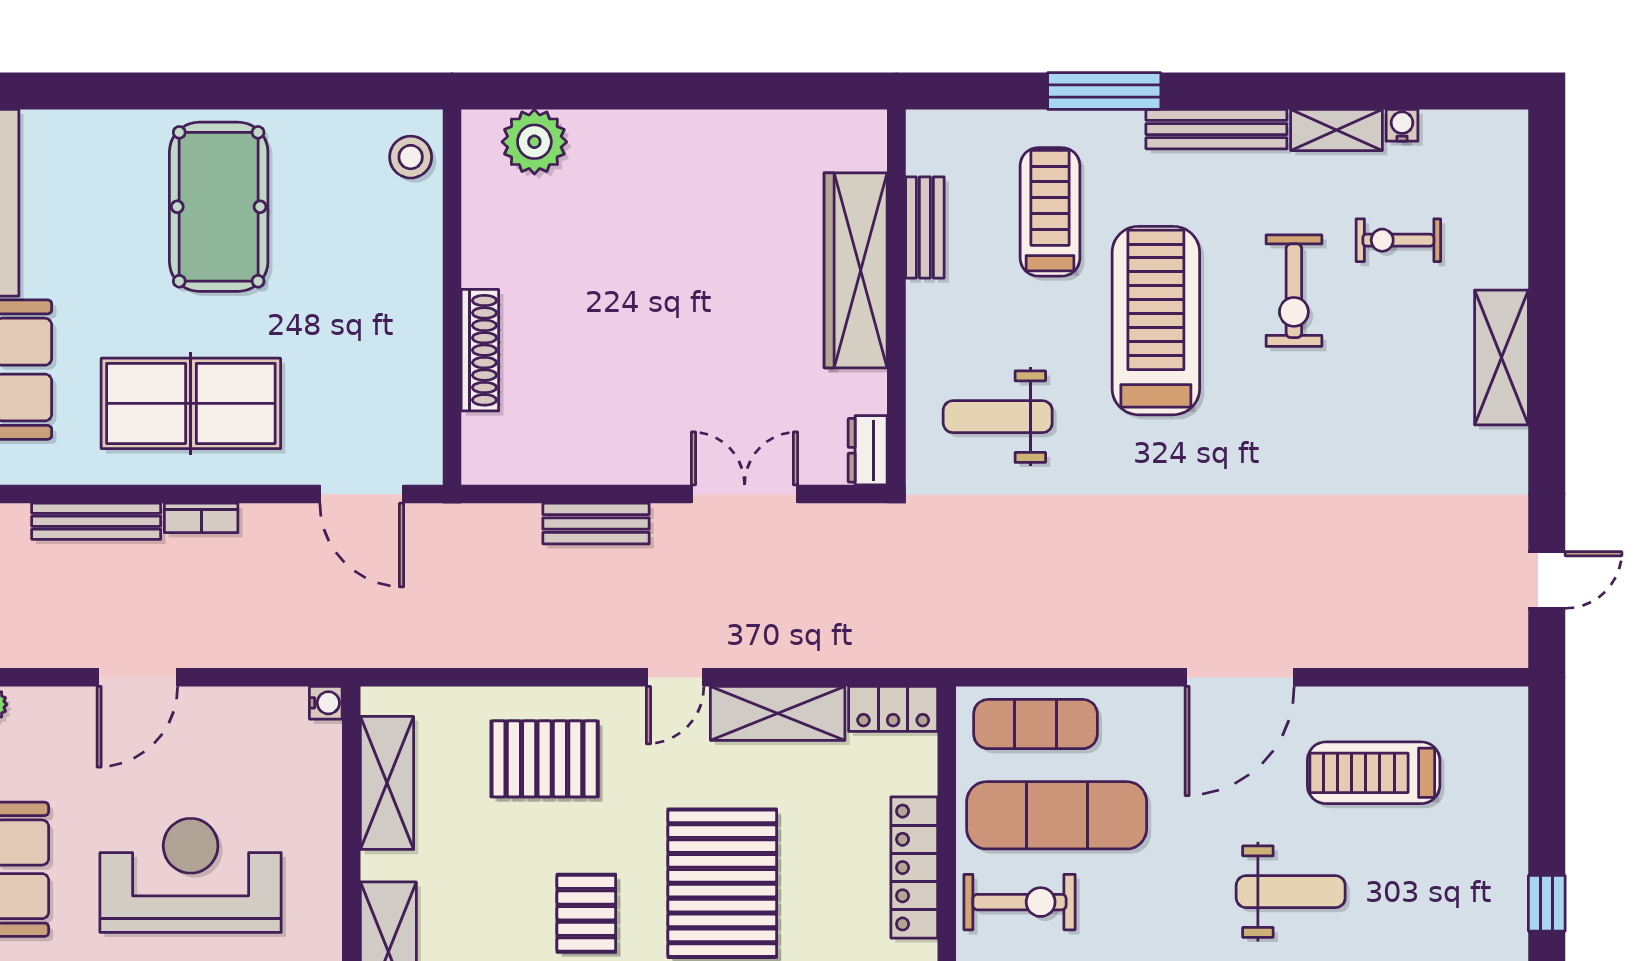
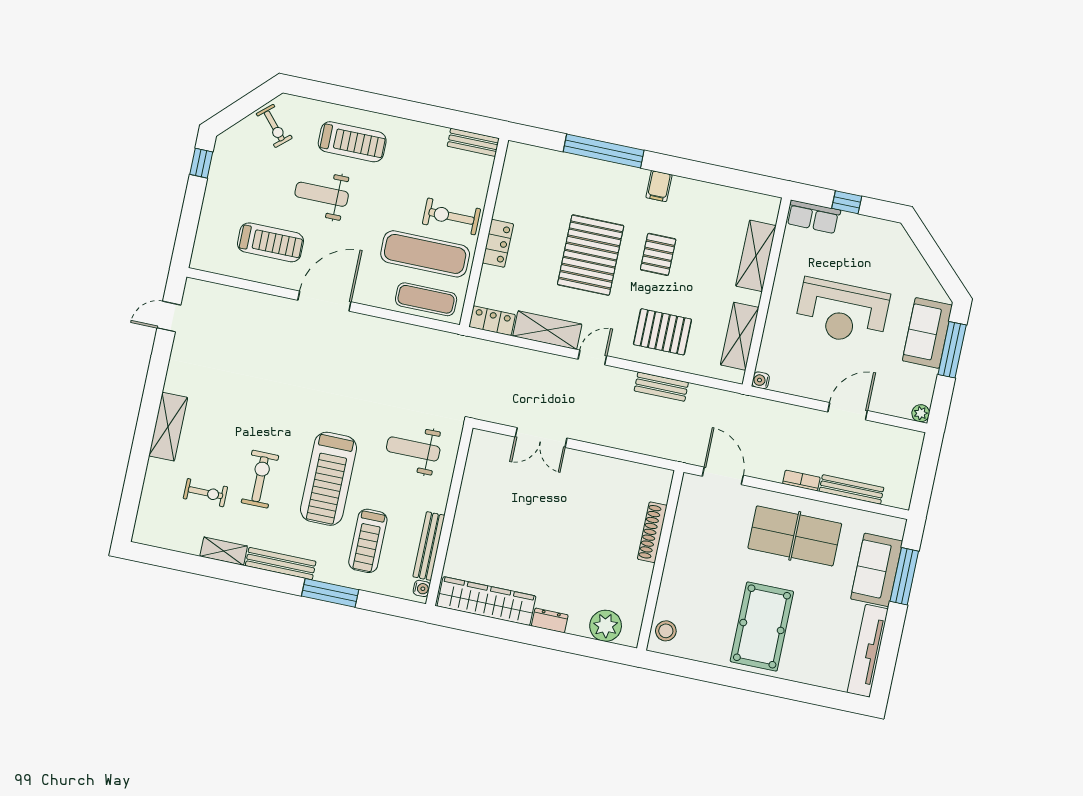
water cooler: (1402, 125) -> (422, 588), moved, turned -90
bench: (925, 227) -> (429, 546), width x1.36
wardrobe: (856, 270) -> (486, 601), moved, turned -90
weight bench: (998, 417) -> (413, 449), turned 180
dresser: (868, 450) -> (550, 620), moved, turned -90
bench: (596, 524) -> (661, 387), moved
locker: (914, 868) -> (498, 243), width x0.66

